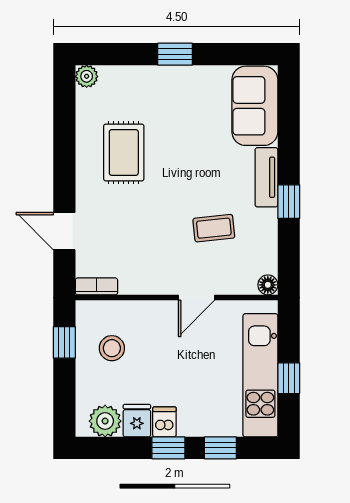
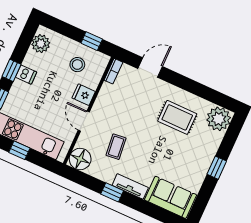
plant: (87, 76) -> (219, 119), width x1.87, depth x1.87
floor lamp: (268, 285) -> (80, 159), width x1.89, depth x1.89
fridge: (137, 421) -> (84, 95), moved, turned 180

